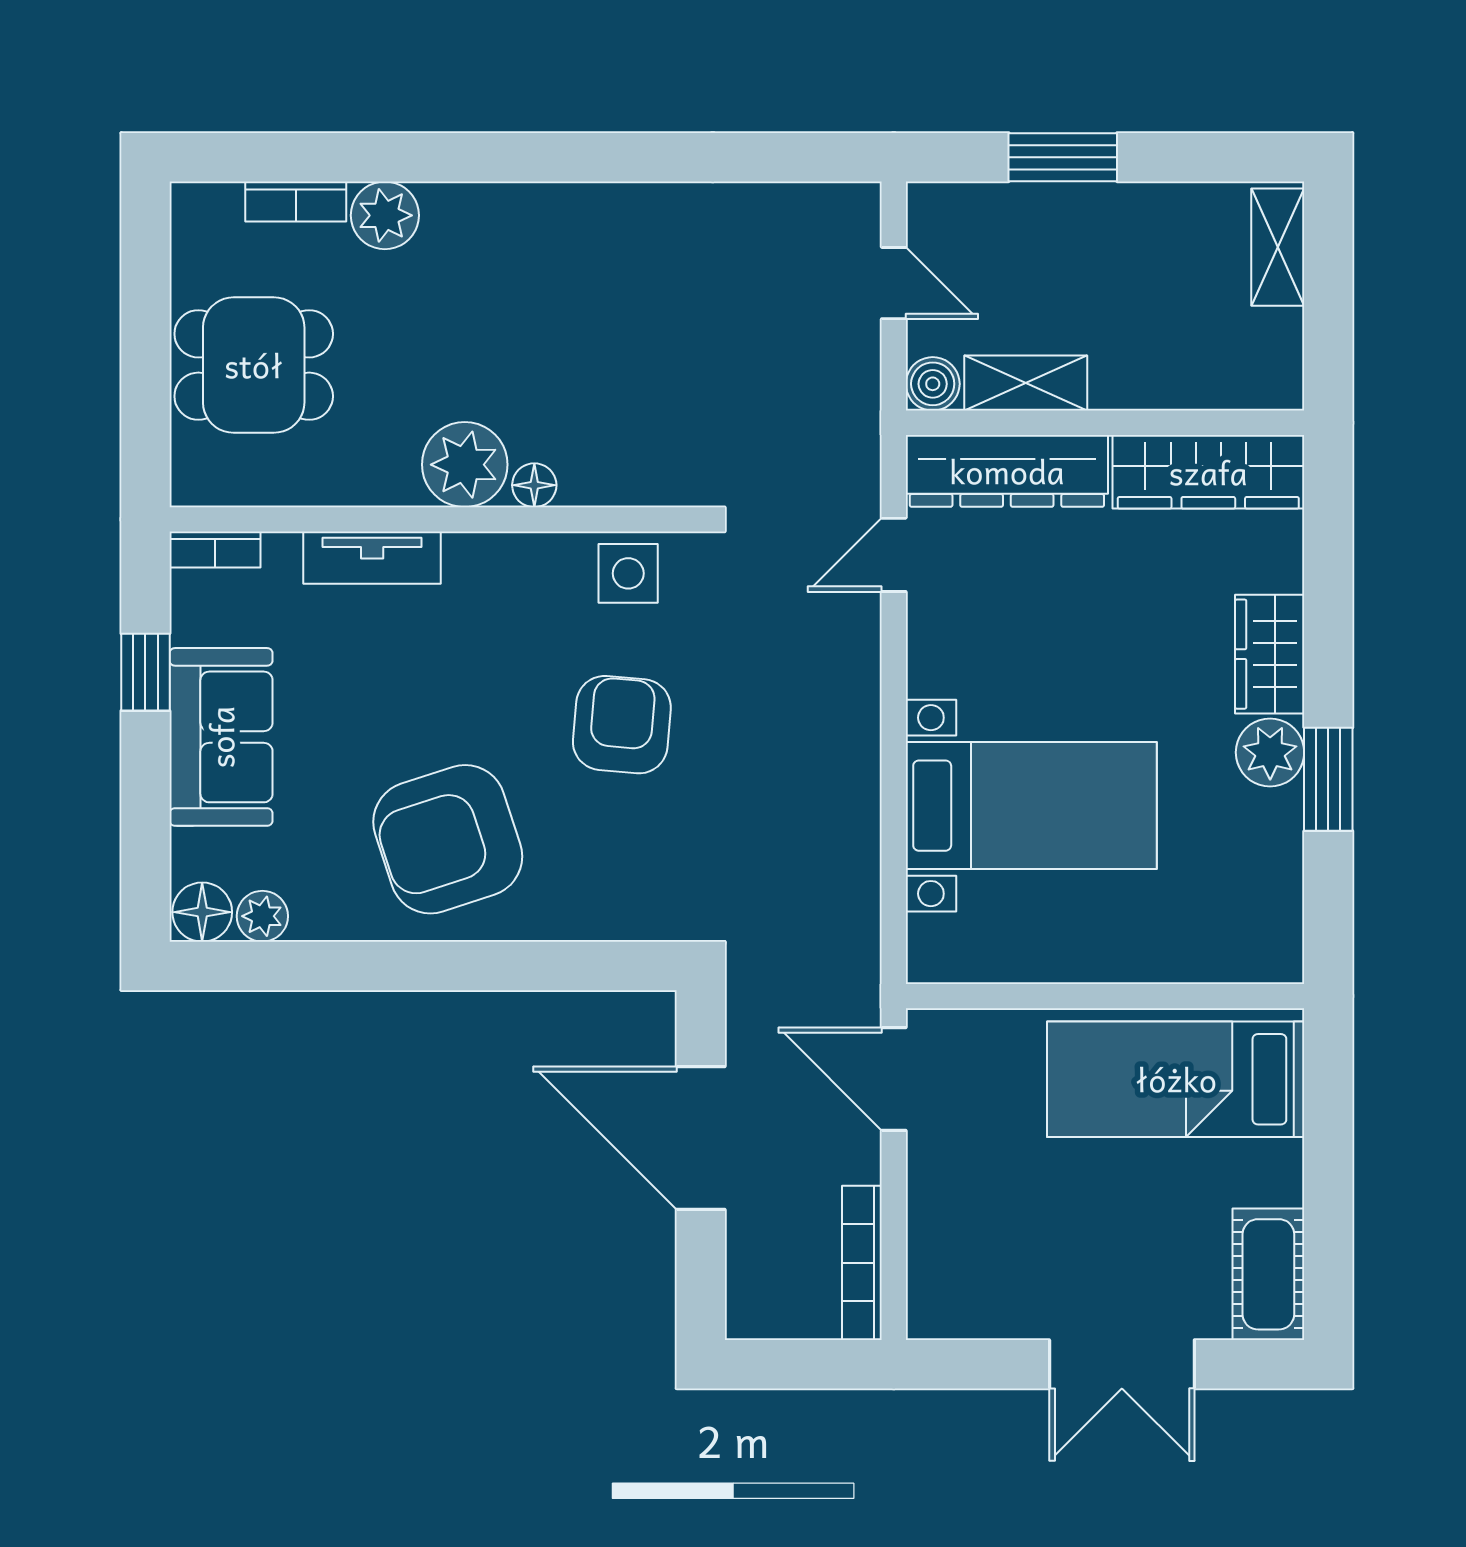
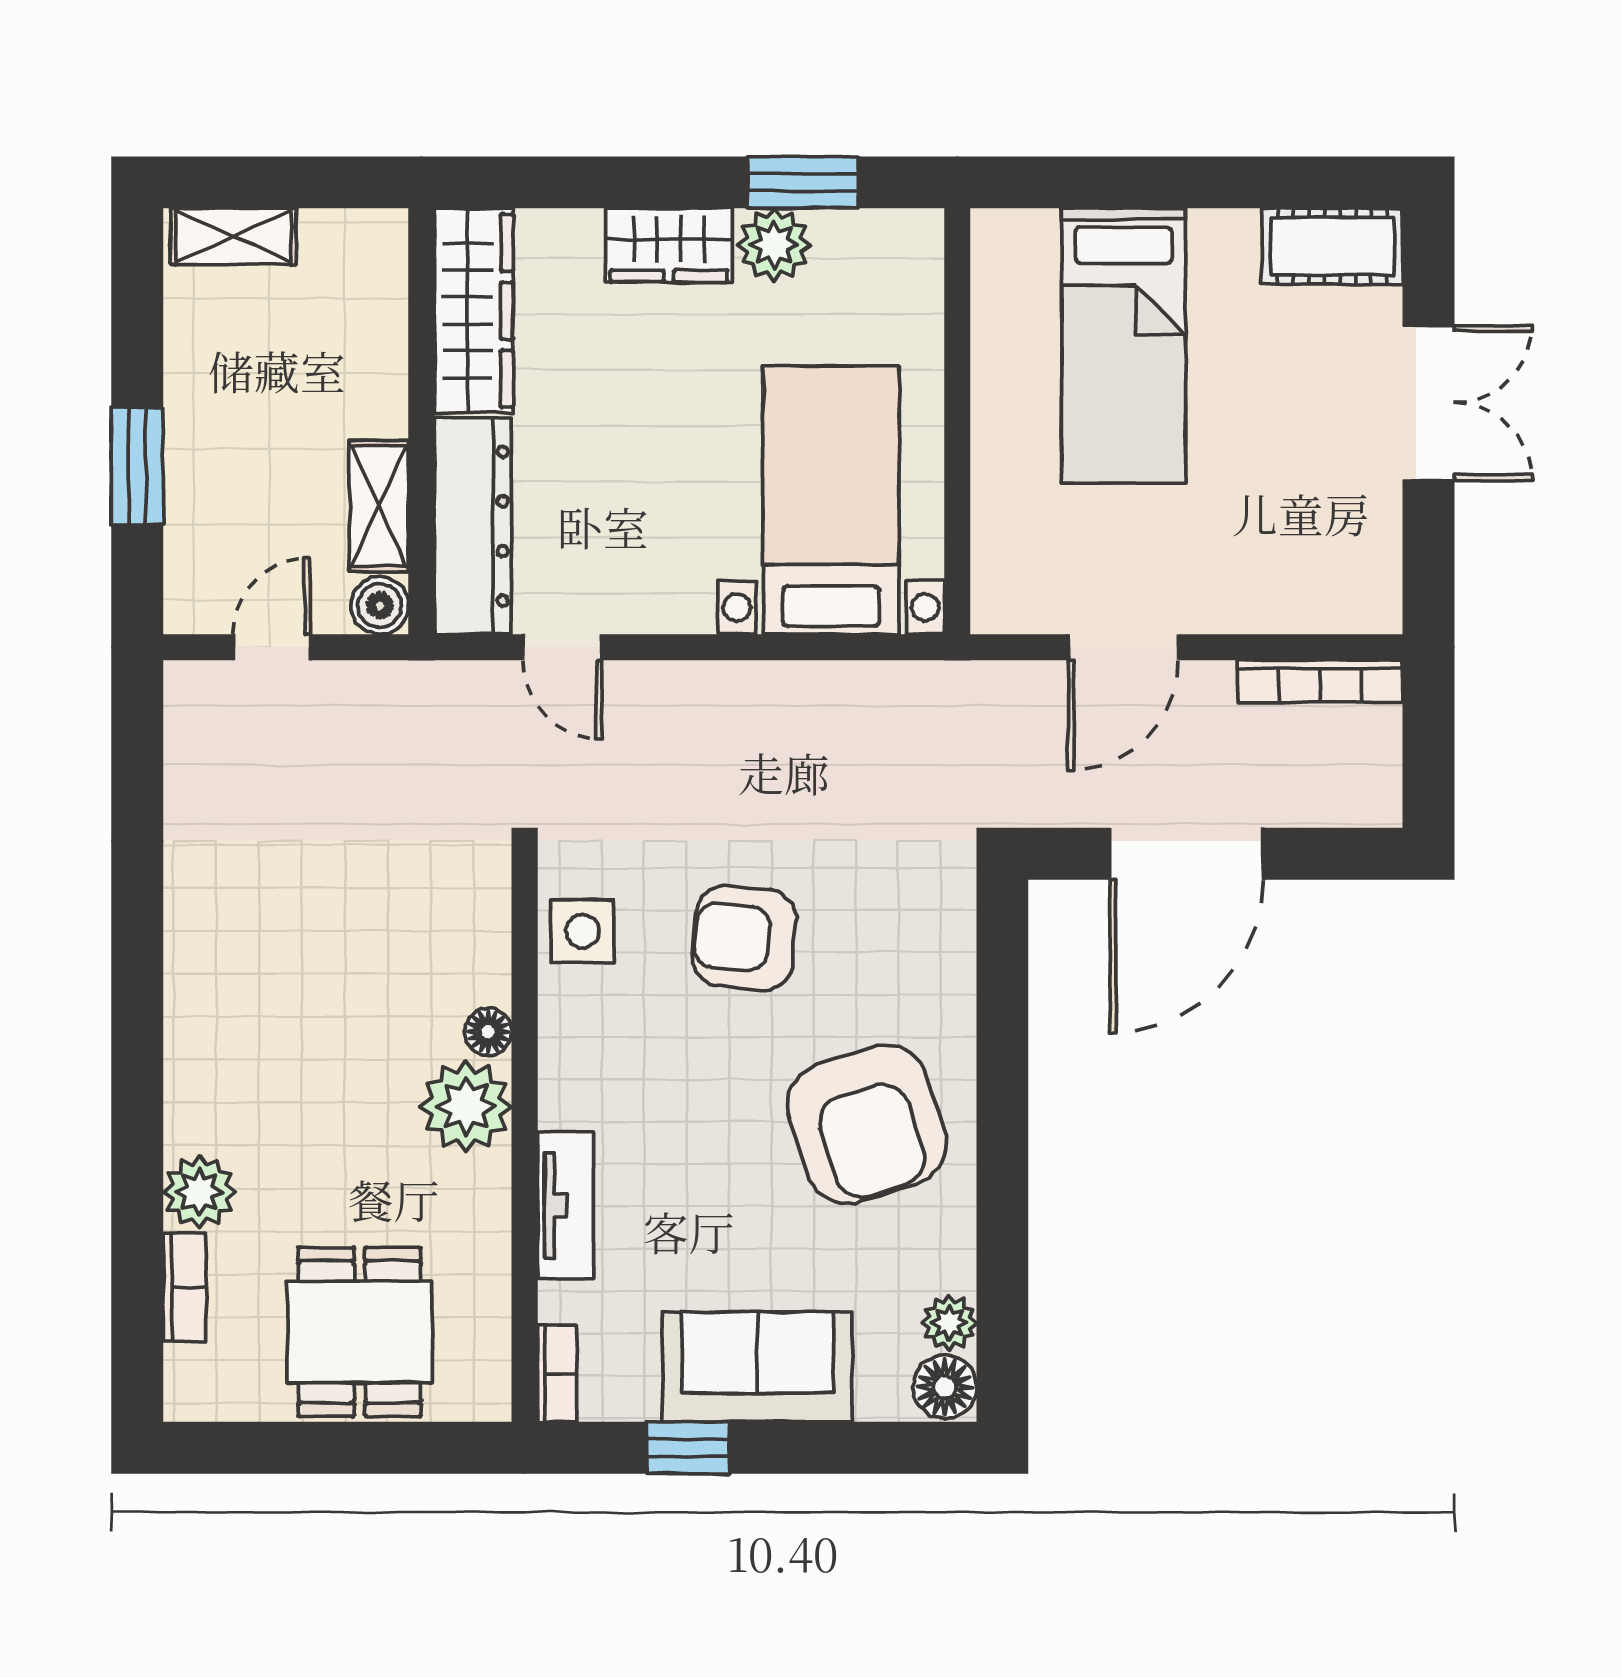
wall: (1105, 996) -> (957, 421), moved

